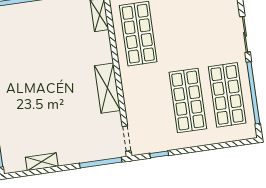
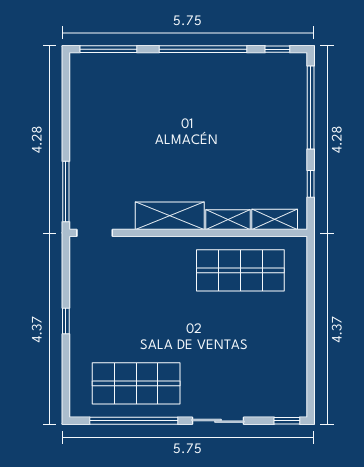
shop shelf: (188, 100) -> (136, 327), removed
window: (159, 154) -> (66, 321), moved
shelving: (42, 162) -> (228, 220), moved, turned 90

